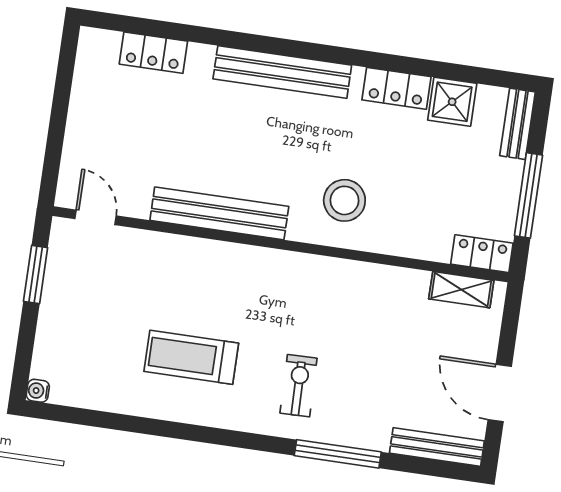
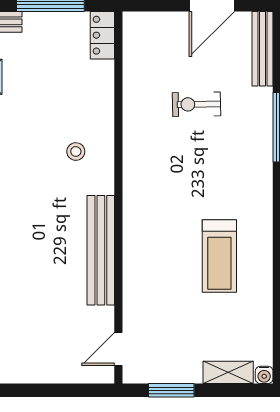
stool: (344, 200) -> (76, 152), width x0.53, depth x0.53
shelving: (461, 290) -> (228, 372), moved, turned 90
exercise bike: (299, 386) -> (196, 104), moved

